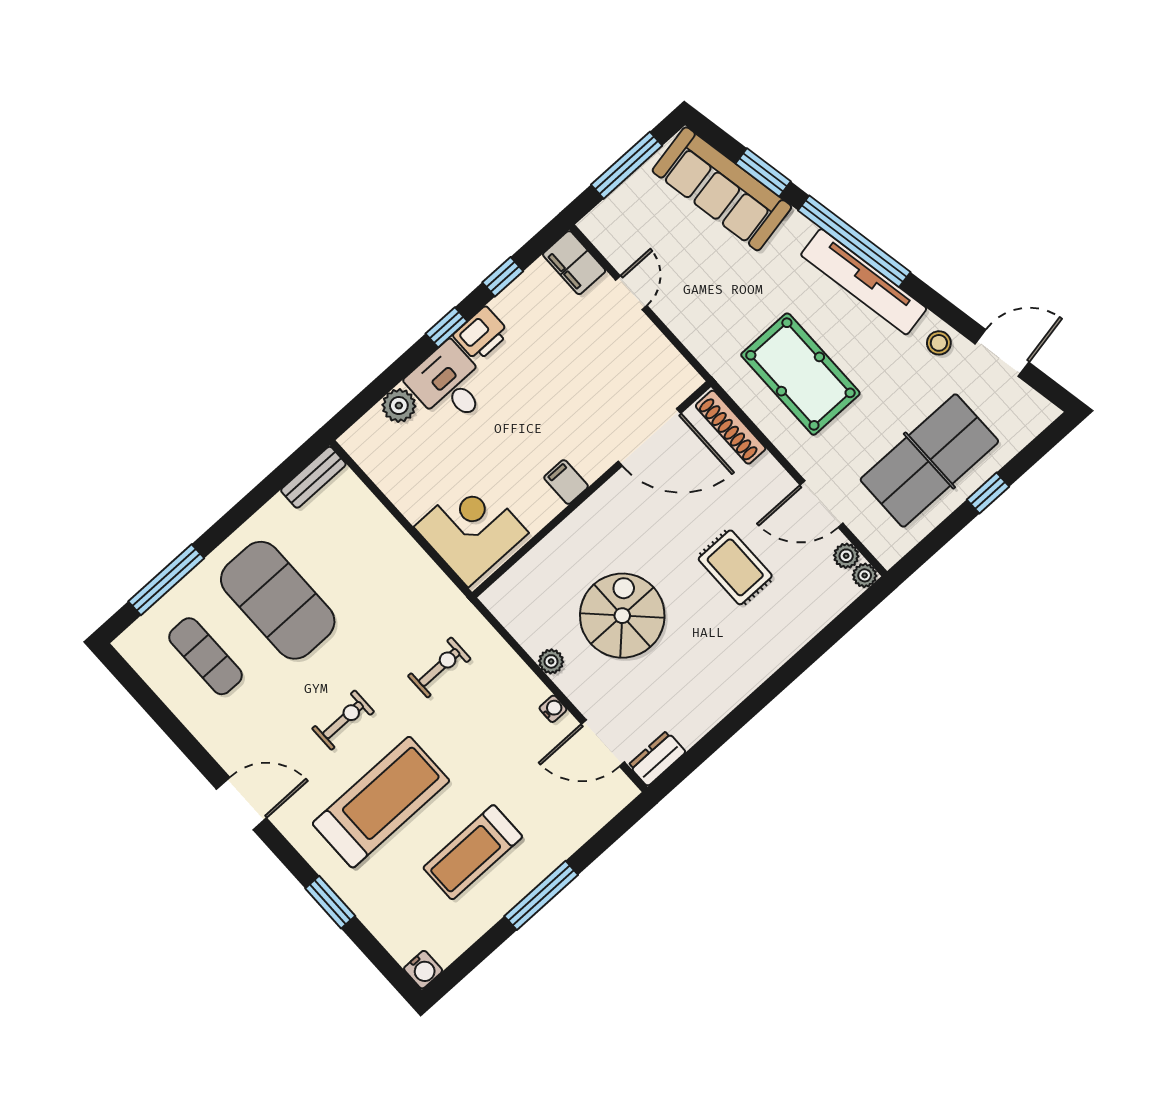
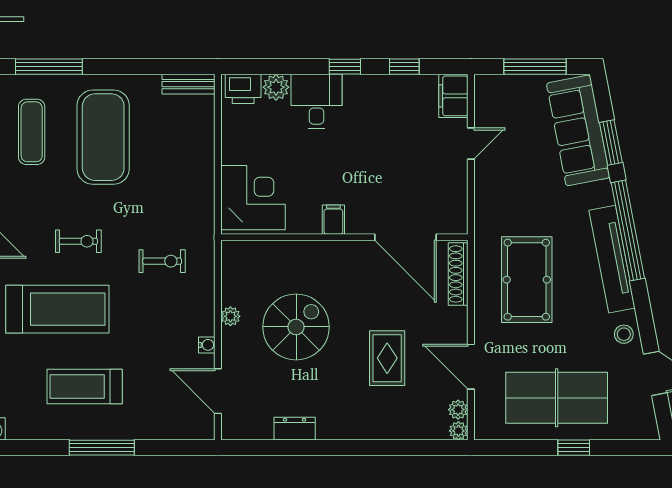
printer: (481, 334) -> (243, 89), moved
dresser: (657, 759) -> (295, 429), moved

